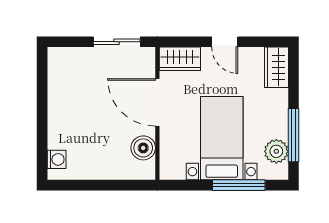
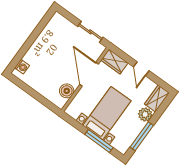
plant: (276, 151) -> (145, 114), moved

